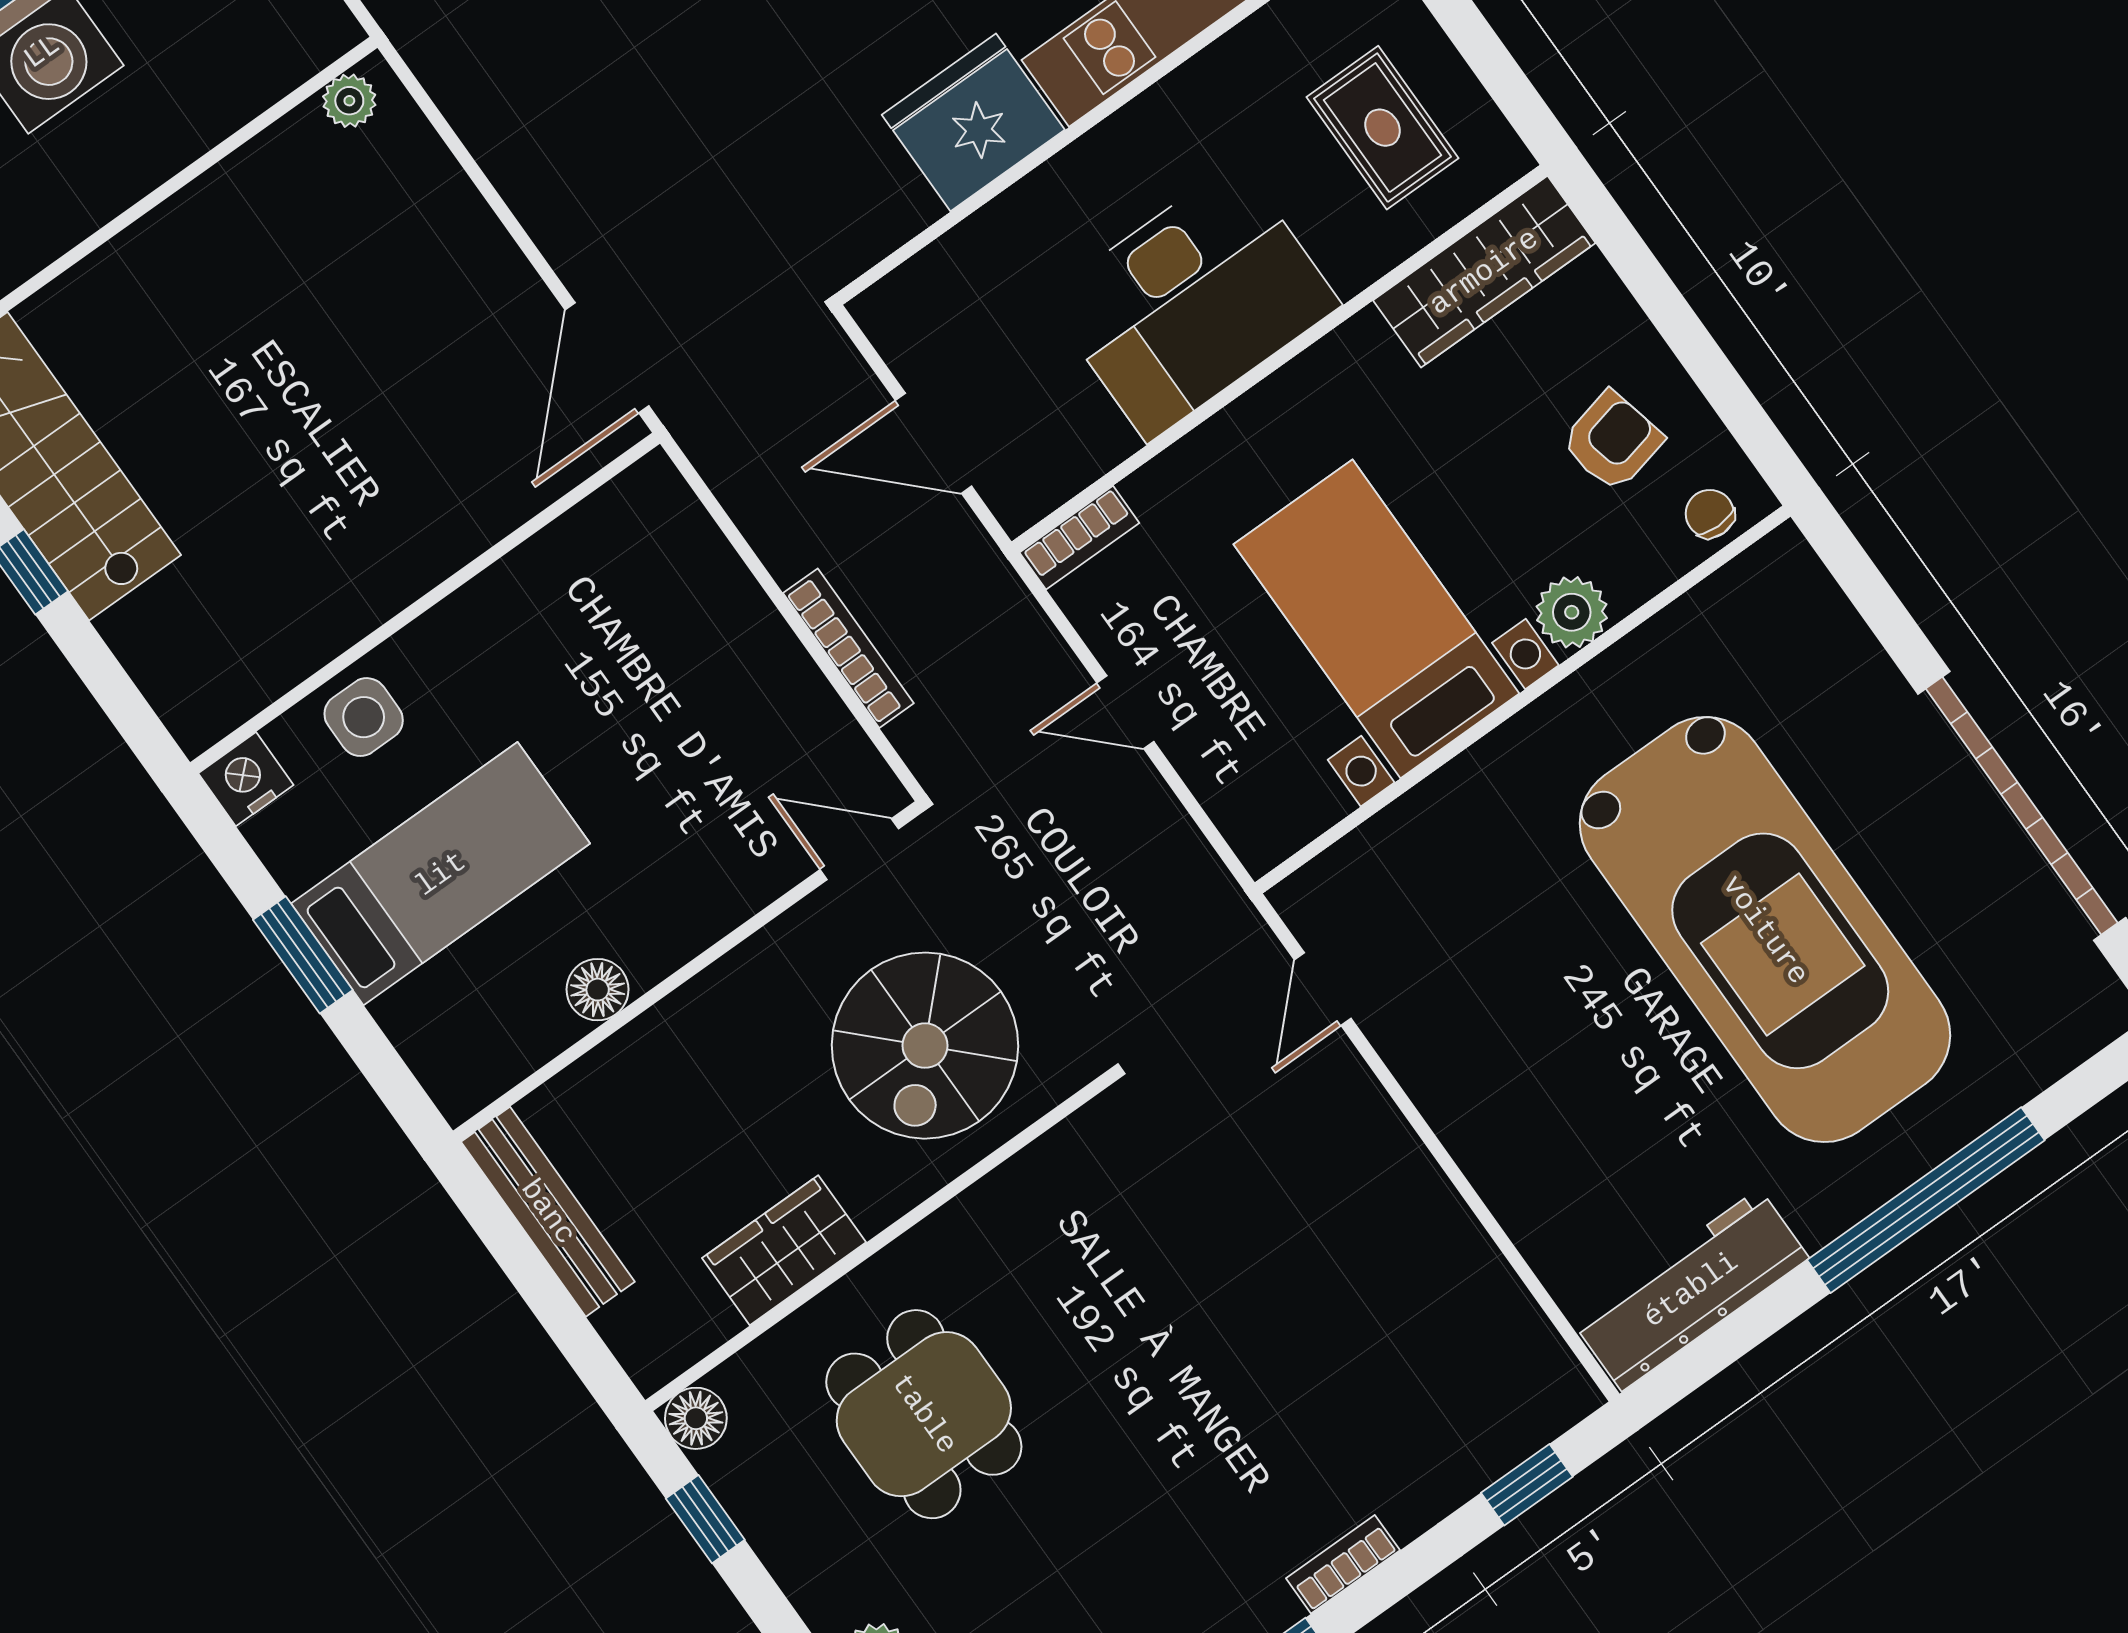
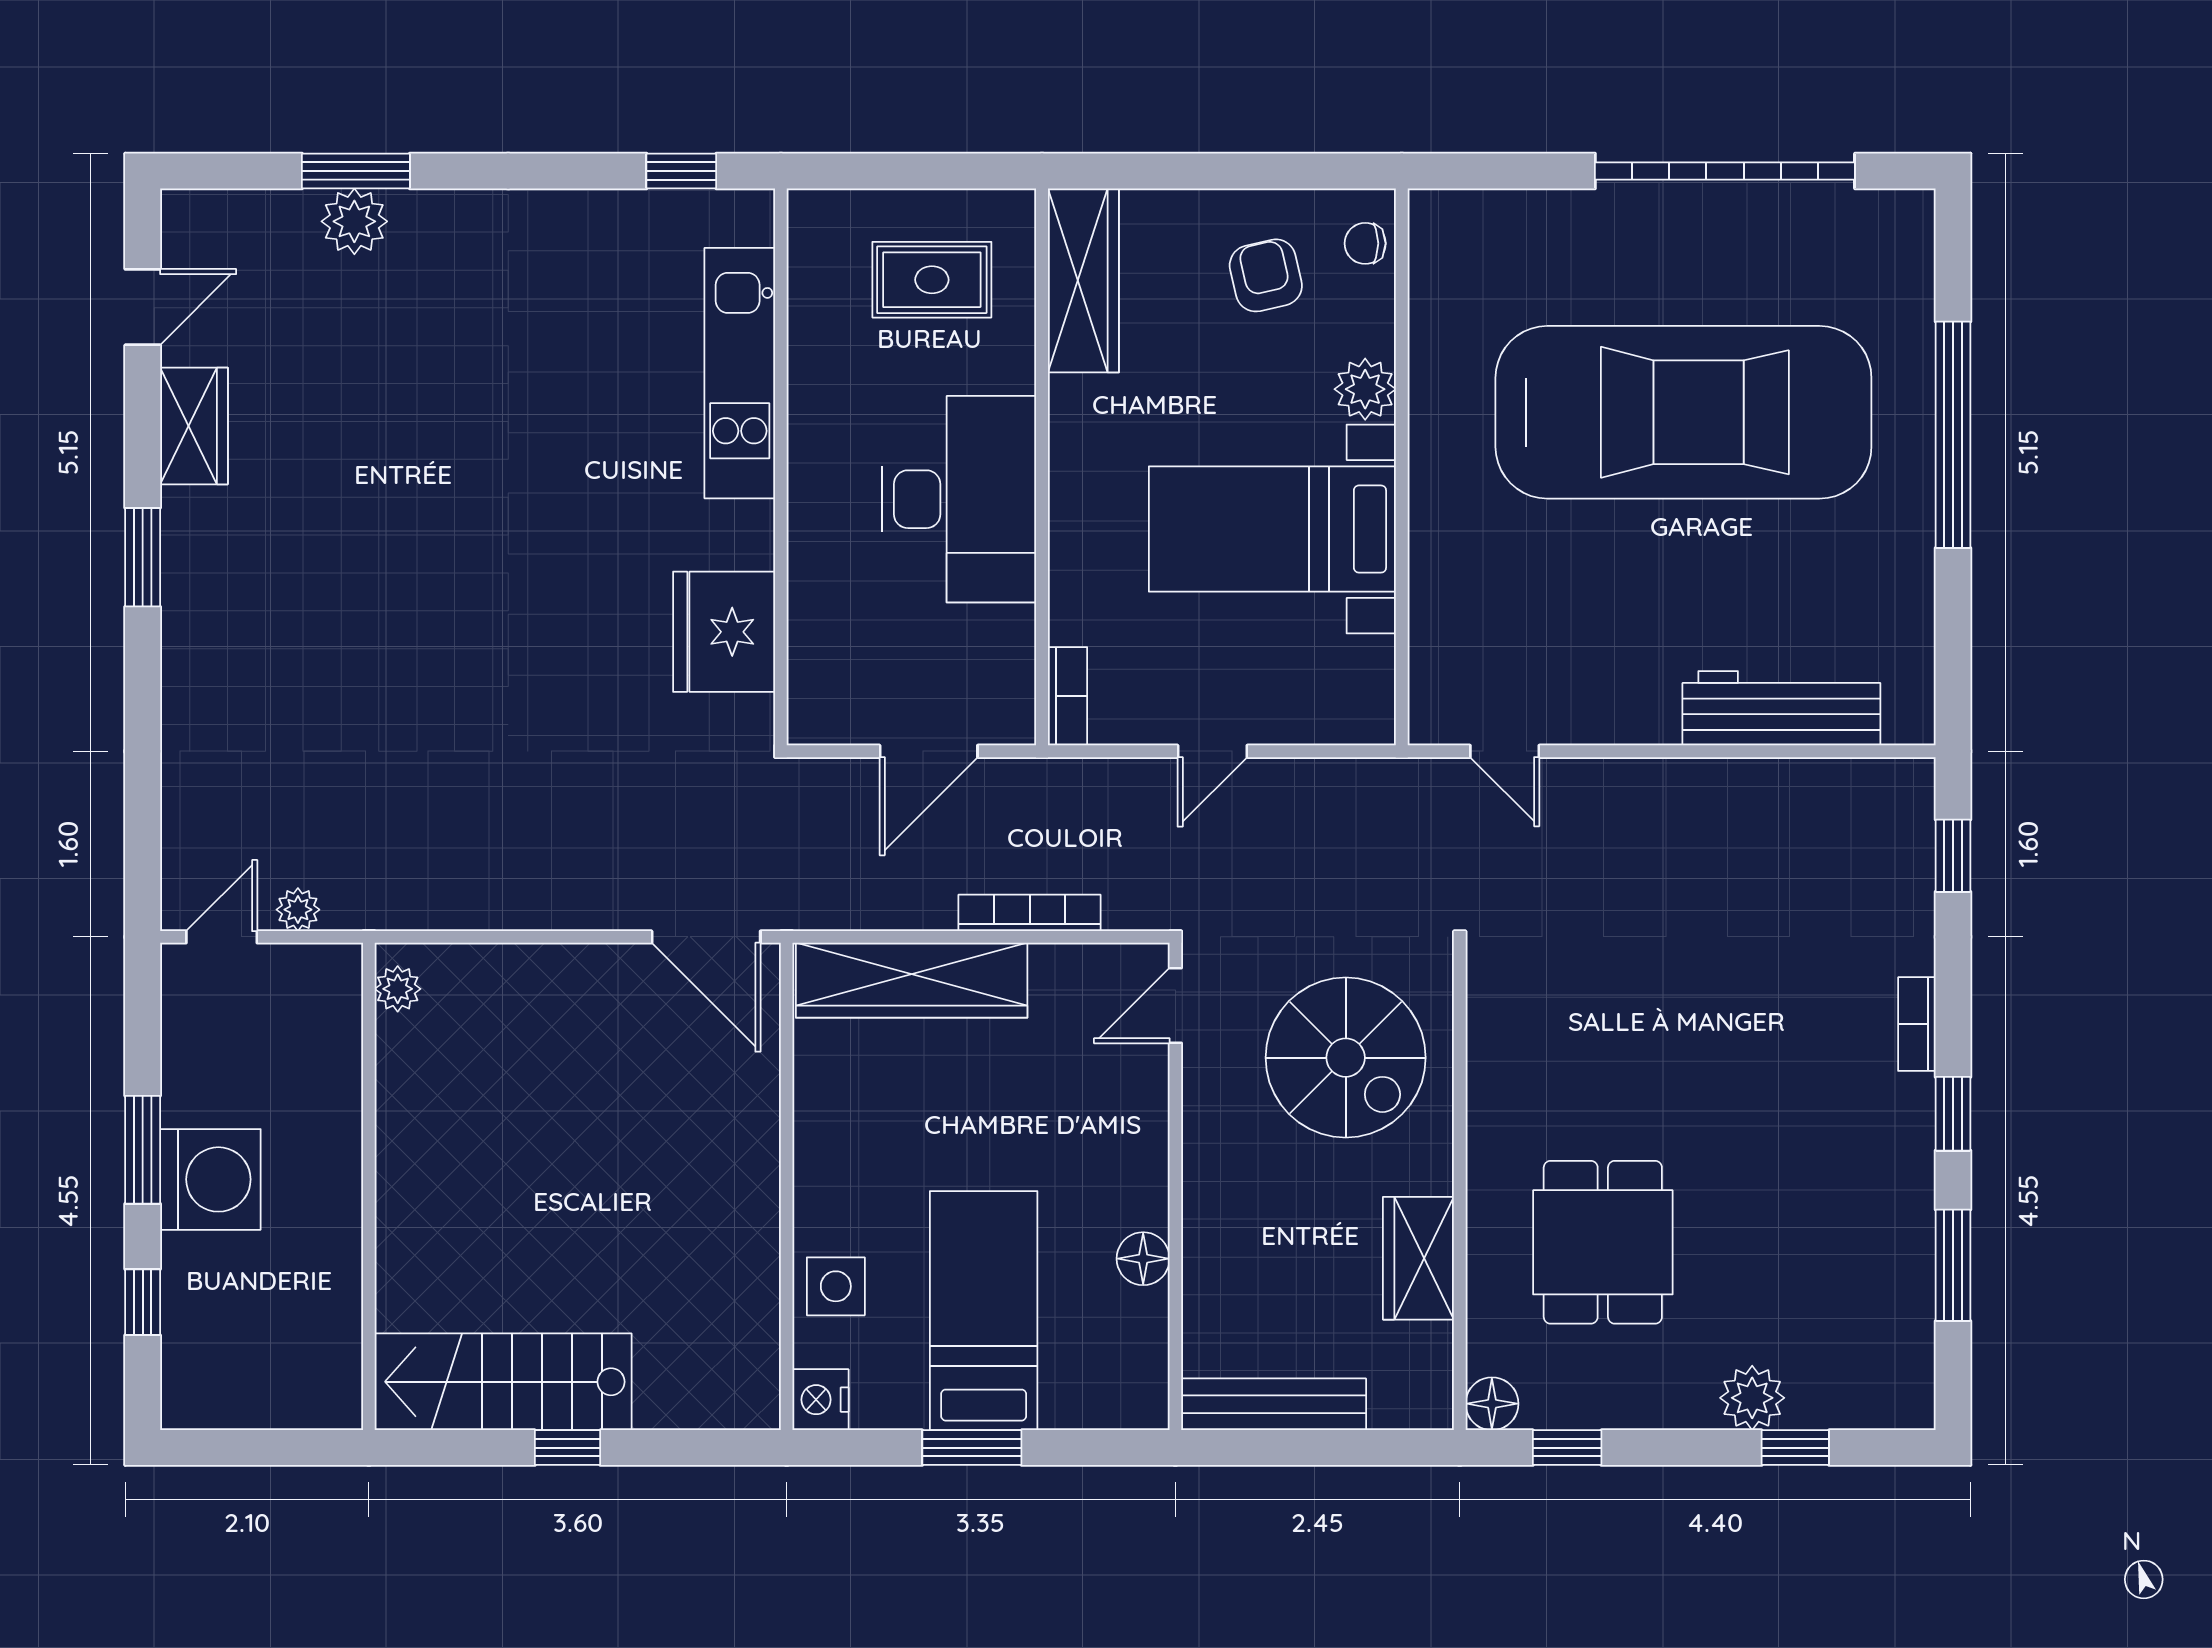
fridge: (973, 122) -> (724, 632), moved
wardrobe: (705, 582) -> (912, 980), added
workbench: (1691, 1290) -> (1781, 708), moved, turned 90
dining table: (924, 1414) -> (1603, 1242), turned 90

